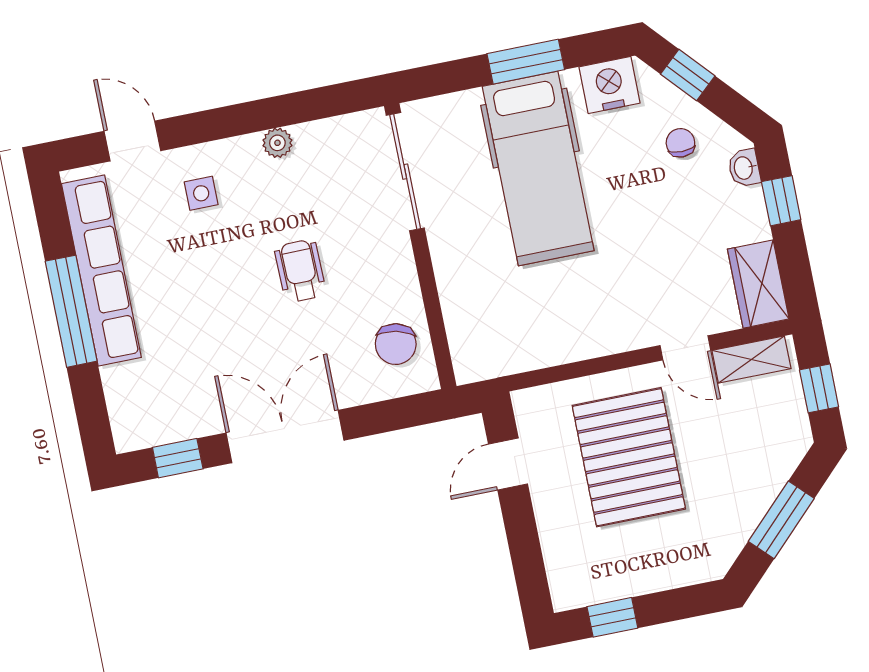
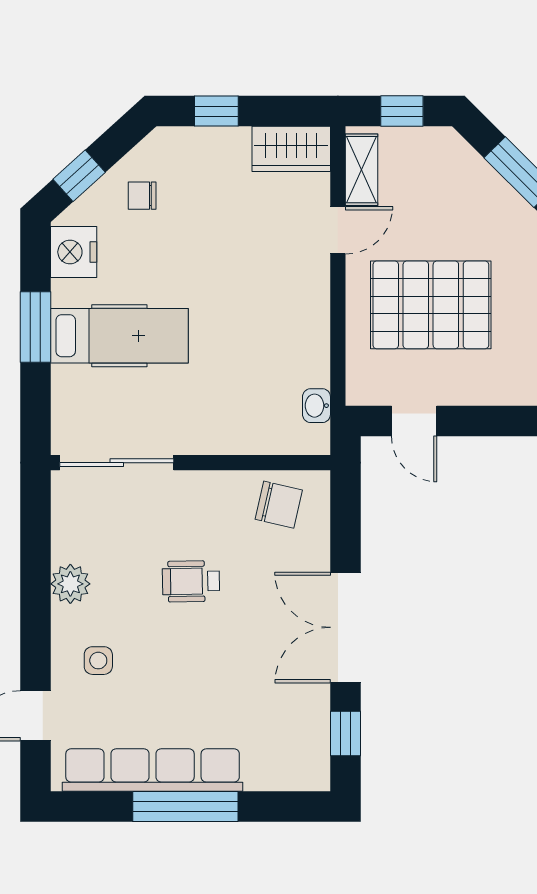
plant: (277, 143) -> (70, 584), width x1.38, depth x1.38
washbasin: (744, 168) -> (316, 406), moved, turned 90
hospital bed: (538, 169) -> (119, 336), width x0.73, depth x0.78

